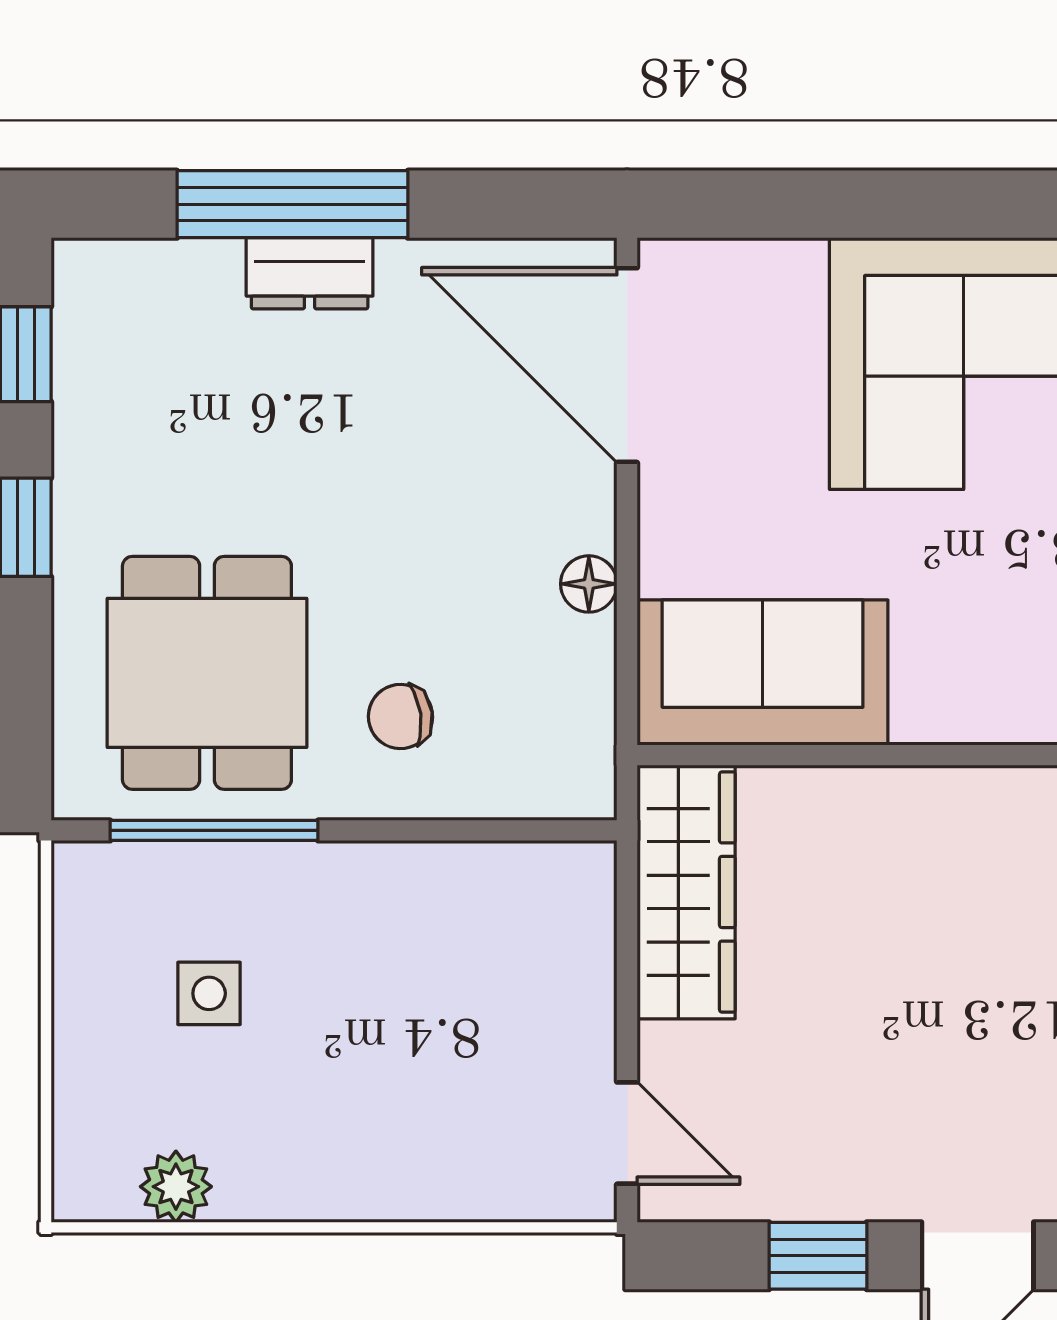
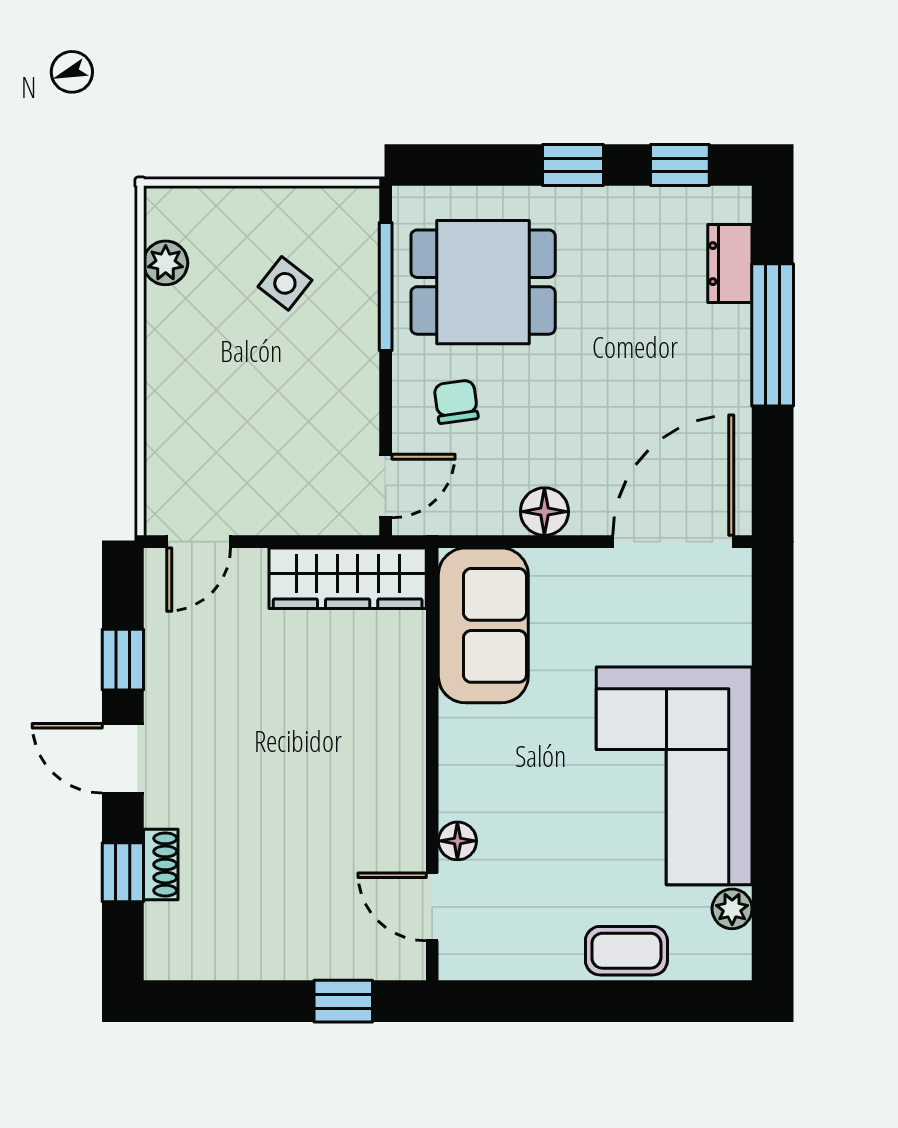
dresser: (310, 273) -> (730, 264), moved
floor lamp: (589, 584) -> (544, 512), width x1.37, depth x1.37
door: (537, 830) -> (386, 486), added
side table: (209, 993) -> (285, 283), turned 38

